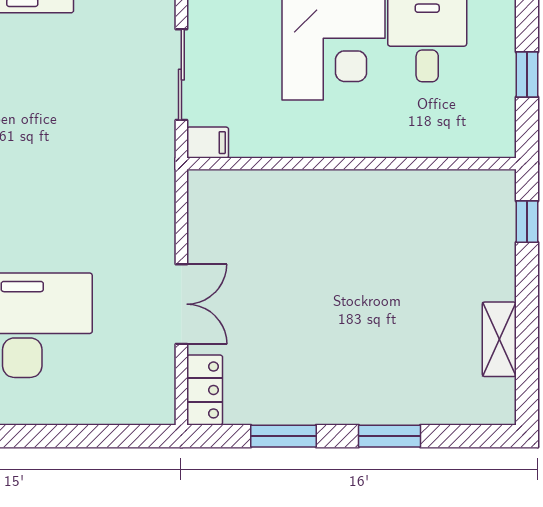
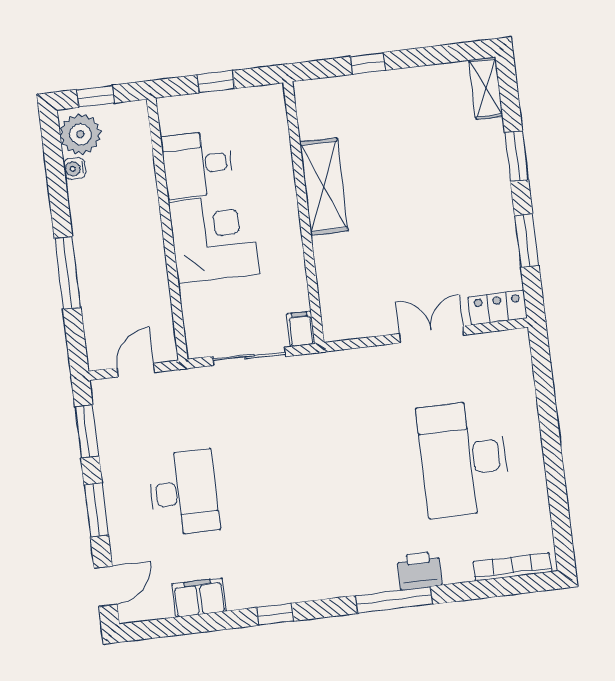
shelving: (381, 193) -> (324, 186), added
window: (527, 222) -> (368, 63), moved
shelving: (499, 339) -> (486, 88), moved, turned 90

